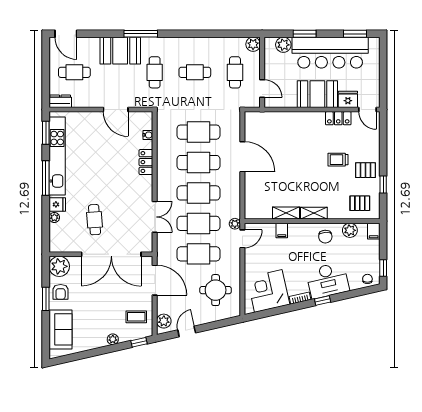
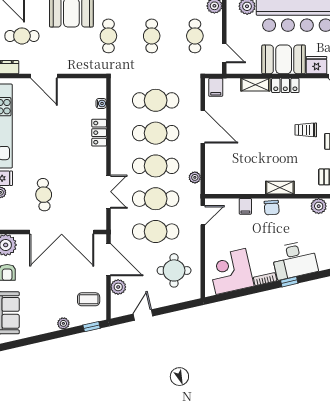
cafe table: (195, 72) -> (152, 36), turned 90
door: (116, 110) -> (44, 76), moved
locker: (338, 118) -> (285, 85), moved
filing cabinet: (254, 120) -> (216, 87), added
shelving: (286, 213) -> (255, 85), moved
plant: (235, 224) -> (195, 177), moved
chair: (325, 237) -> (272, 208), moved
plant: (164, 321) -> (118, 287), moved

